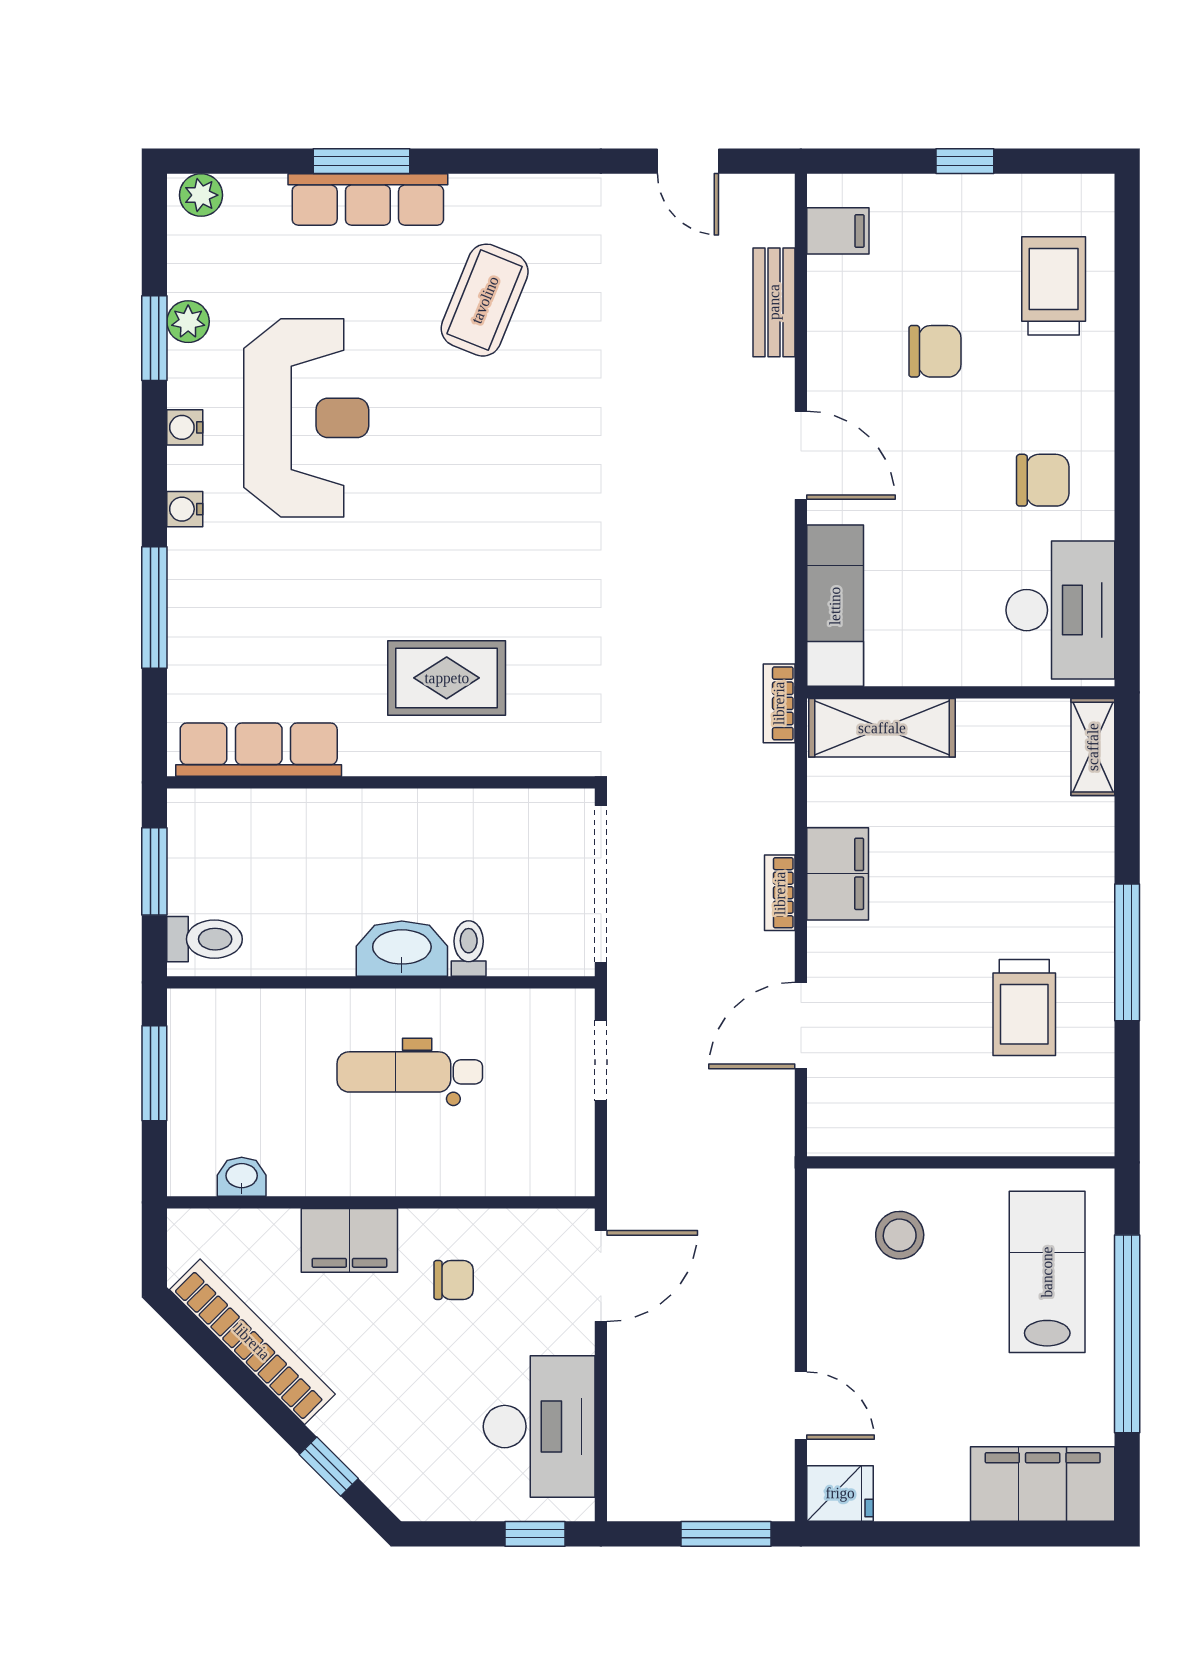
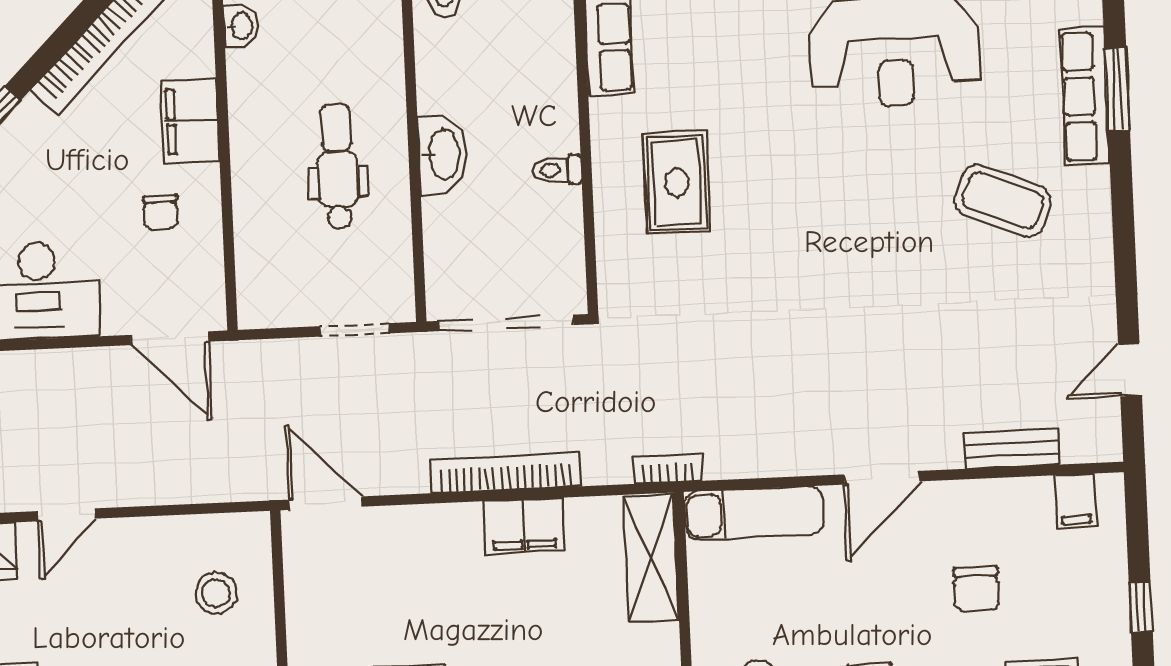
bookcase: (780, 893) -> (505, 473), width x2.31, depth x1.31
toilet: (469, 948) -> (557, 170), moved, turned 180
door: (801, 1025) -> (326, 503), moved

